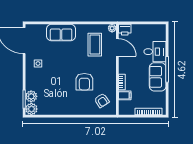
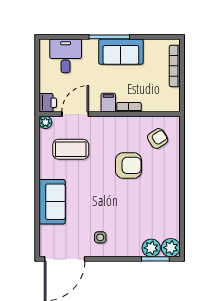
desk: (155, 52) -> (66, 56), moved
filing cabinet: (125, 95) -> (108, 103), moved

